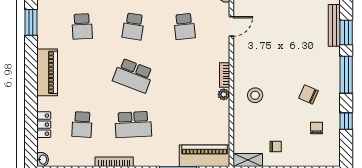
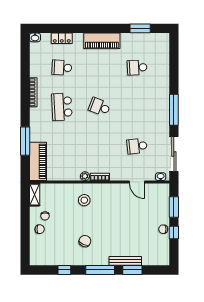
bench: (334, 25) -> (125, 261), moved
school desk: (133, 26) -> (137, 107), removed
school desk: (133, 75) -> (99, 107), width x0.54
chair: (317, 128) -> (40, 229), moved

